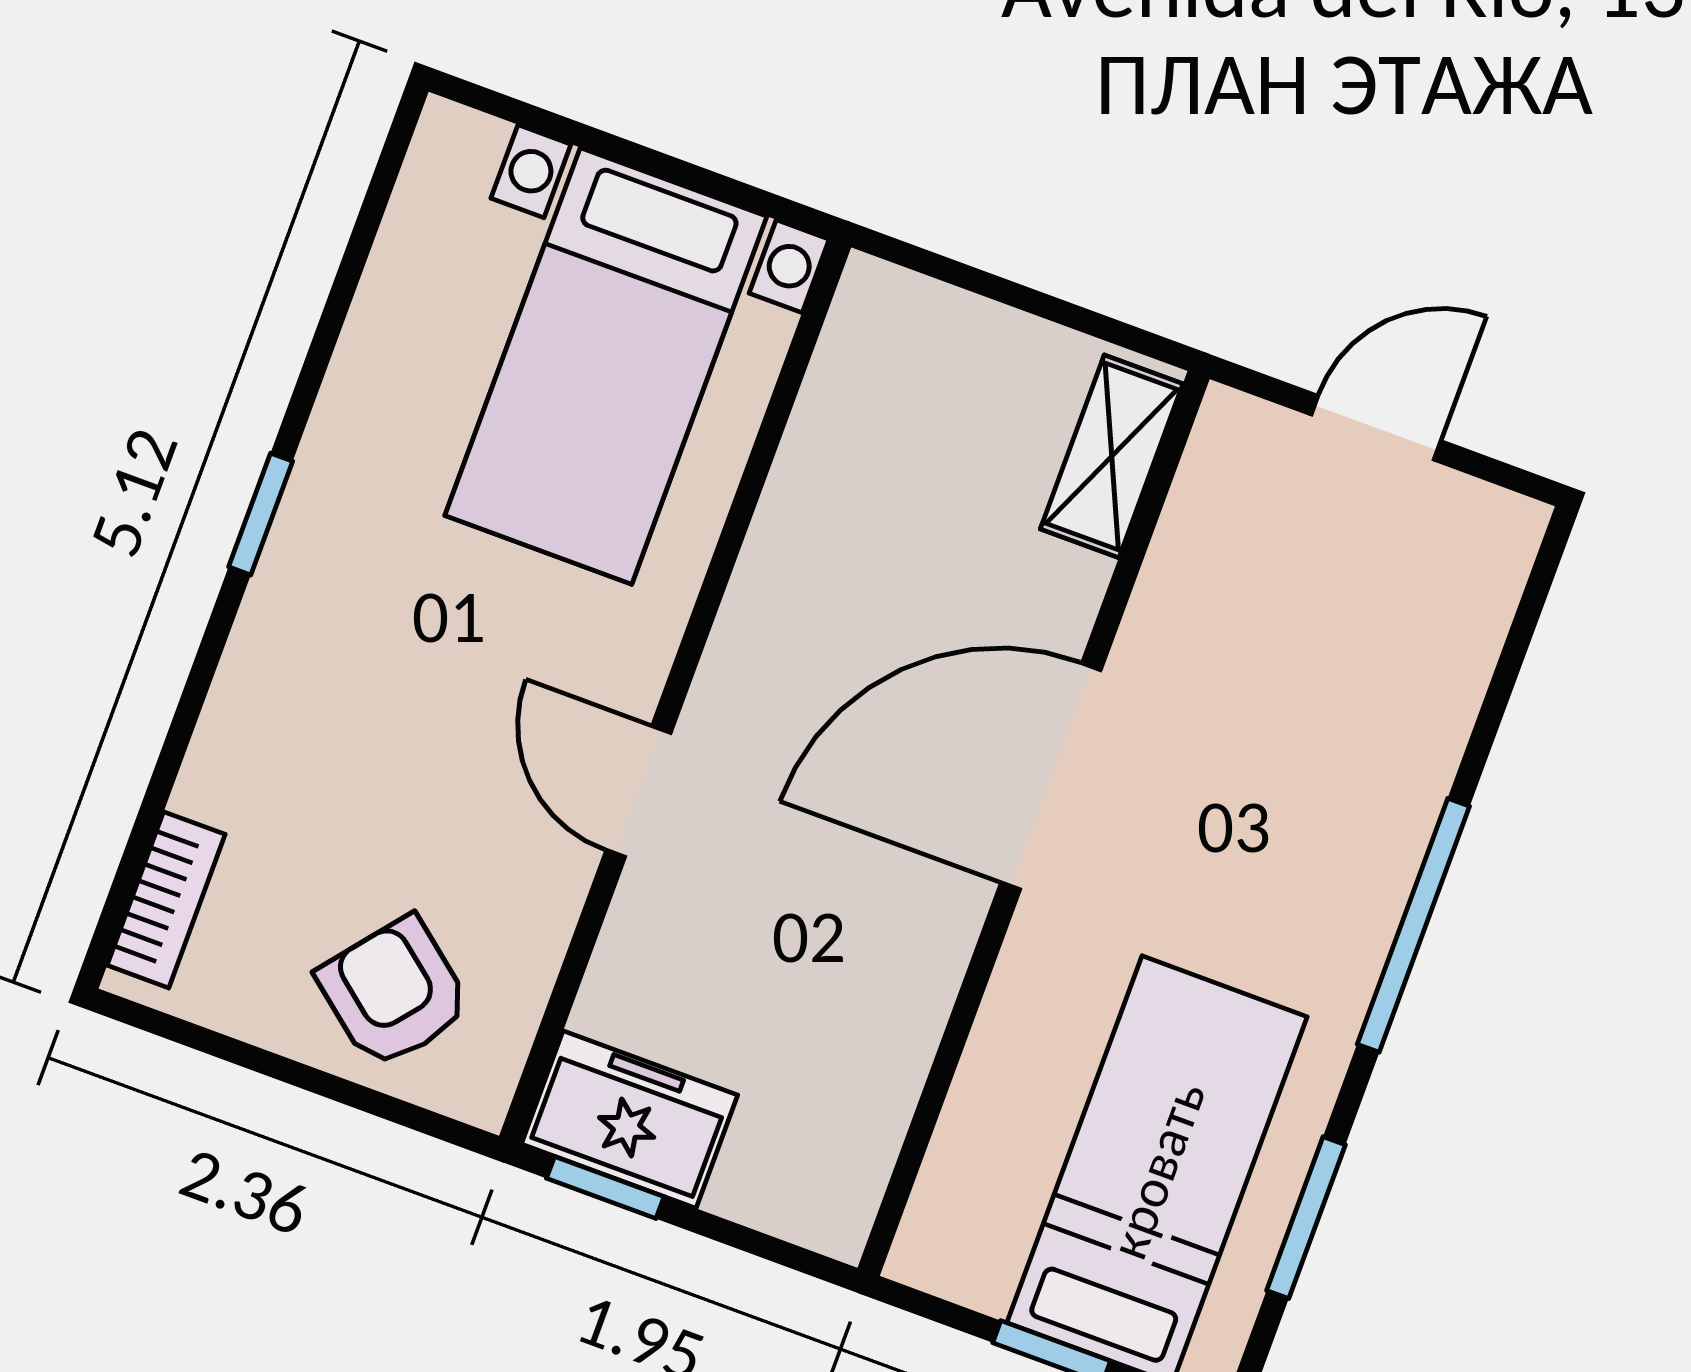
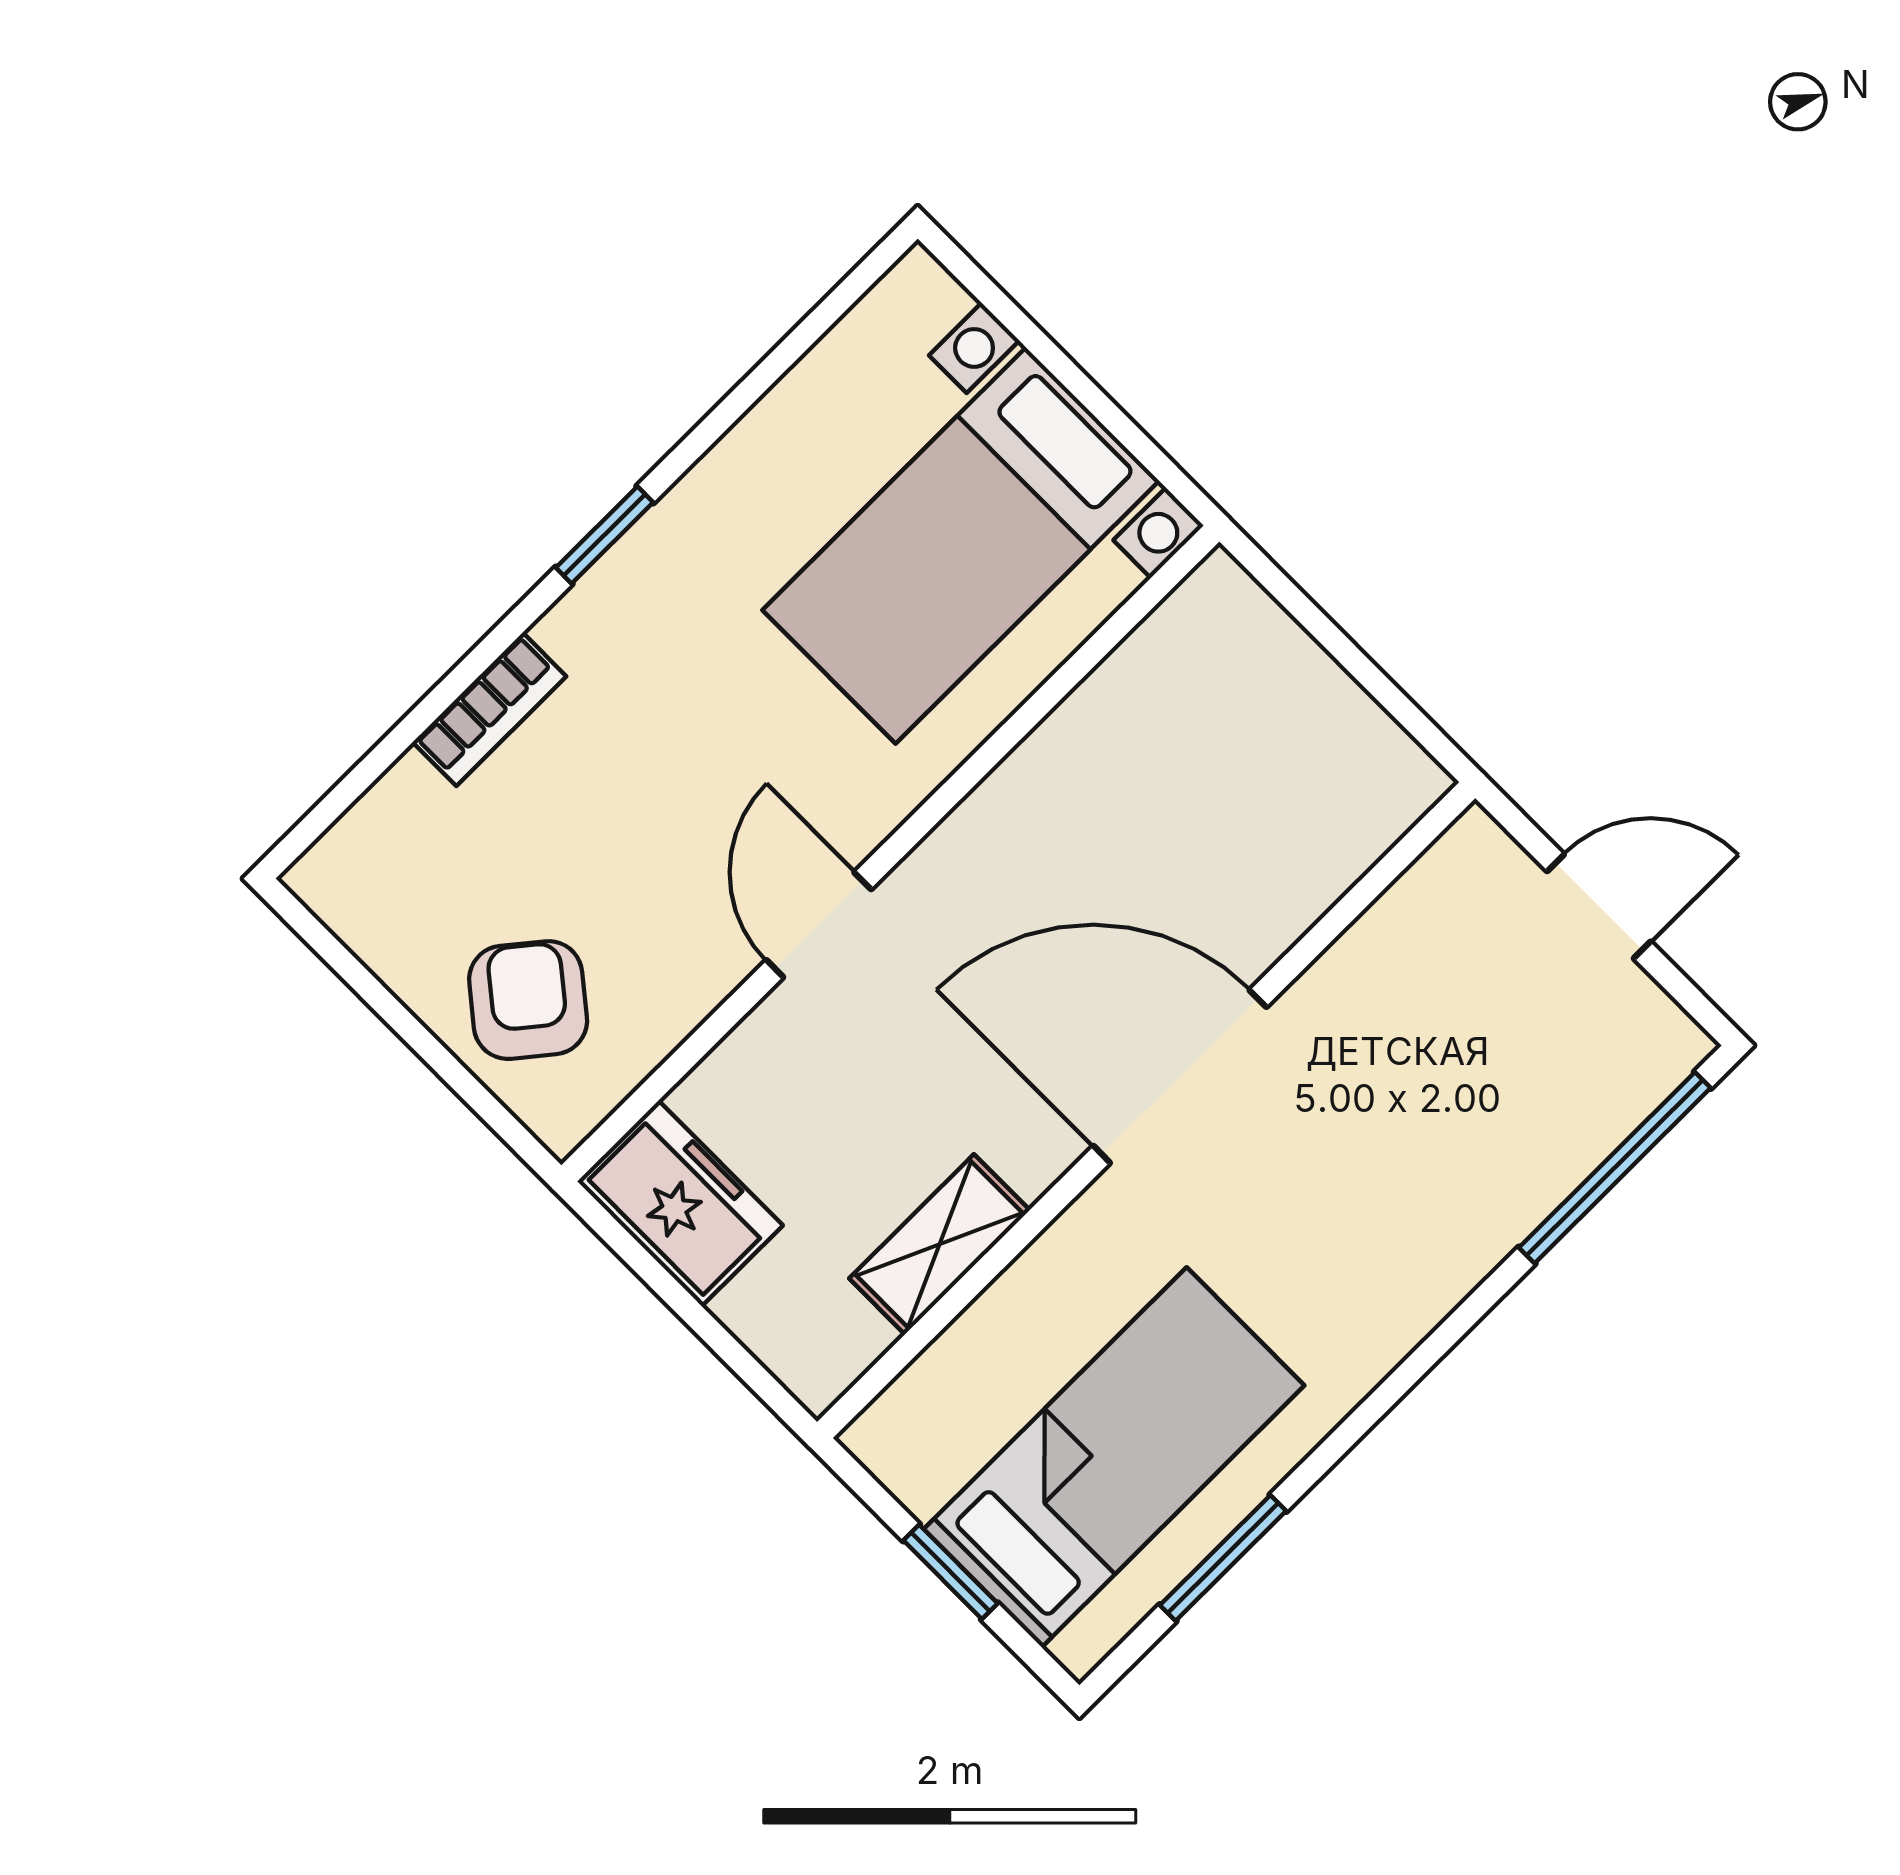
shelving: (1112, 456) -> (939, 1244), moved
bookcase: (166, 900) -> (489, 709), moved
window: (1413, 925) -> (1615, 1168), moved
window: (605, 1188) -> (632, 1252), removed

